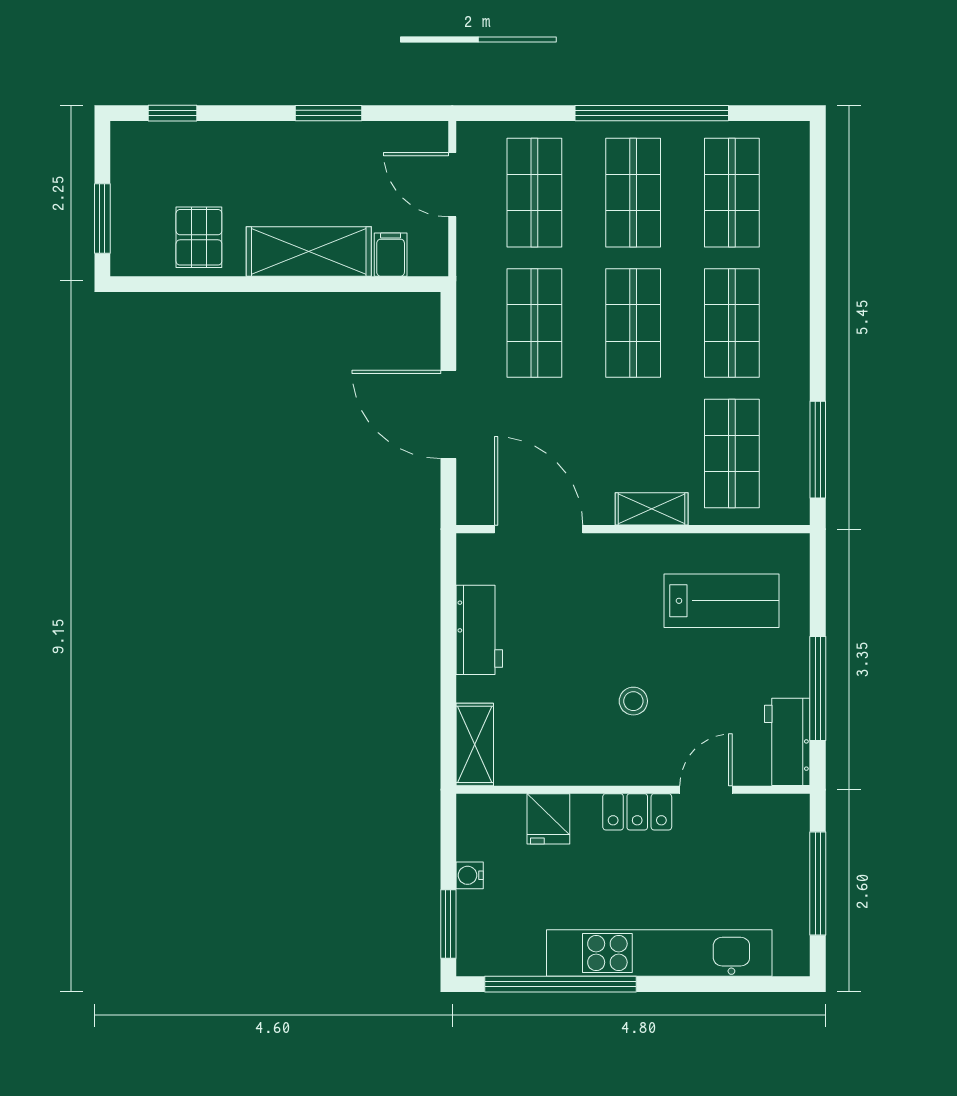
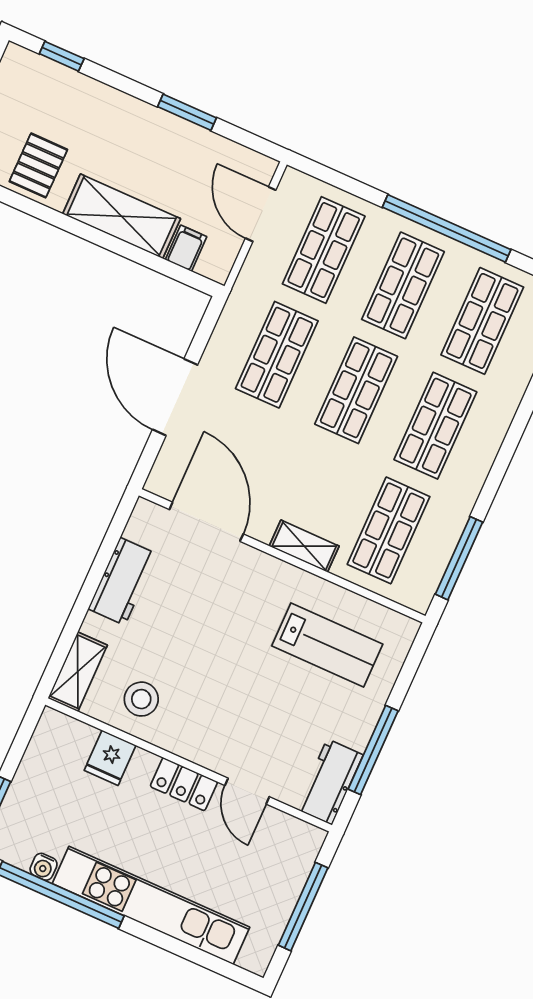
stool: (633, 701) -> (141, 699), moved, width x1.37, depth x1.37
door: (706, 790) -> (247, 791), swing flipped
water cooler: (470, 875) -> (44, 867), moved, turned -90

